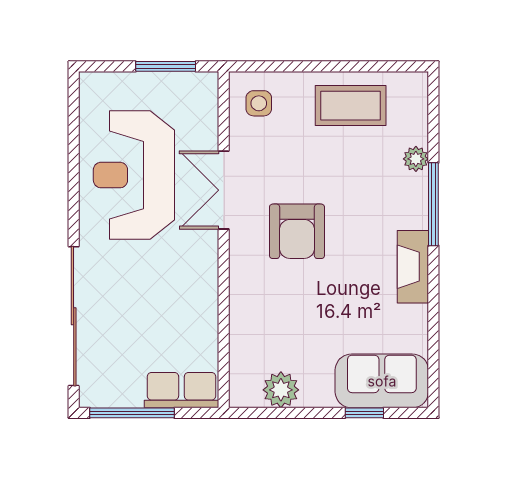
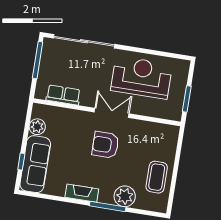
side table: (259, 103) -> (164, 137), removed
plant: (416, 159) -> (125, 196), width x1.87, depth x1.87
double door: (224, 190) -> (112, 113), moved
sofa: (382, 381) -> (35, 164), width x1.36
row of seats: (181, 390) -> (63, 95), moved, turned -90

